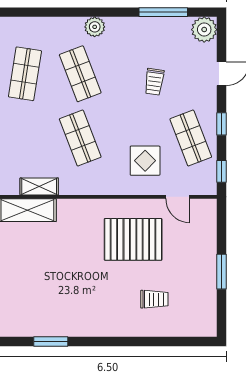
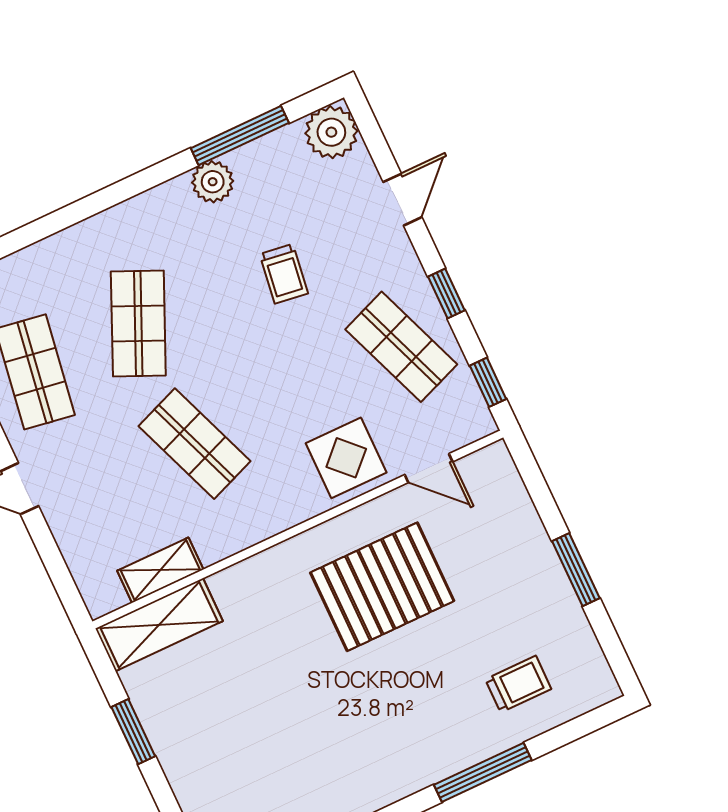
plant: (95, 27) -> (213, 182), moved
shop shelf: (80, 74) -> (138, 324), turned 45
display table: (145, 161) -> (346, 458), moved
trolley: (154, 299) -> (518, 684), moved
window: (139, 341) -> (483, 772), added

